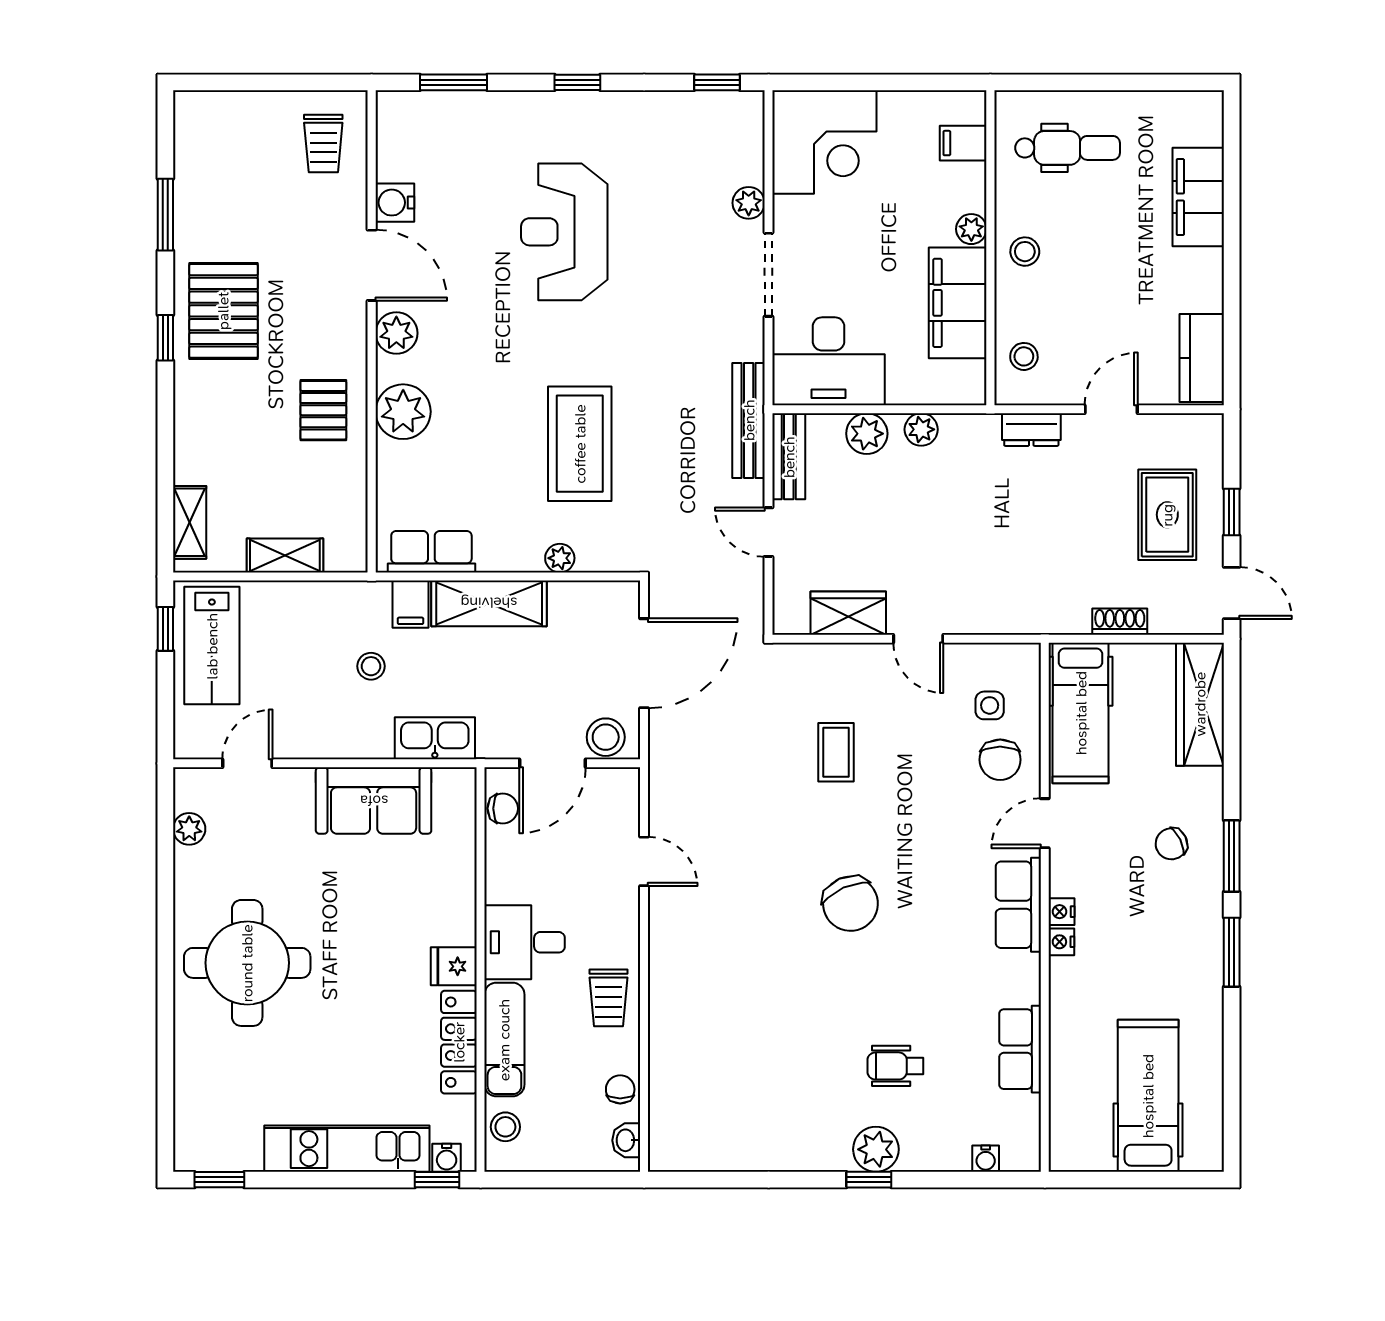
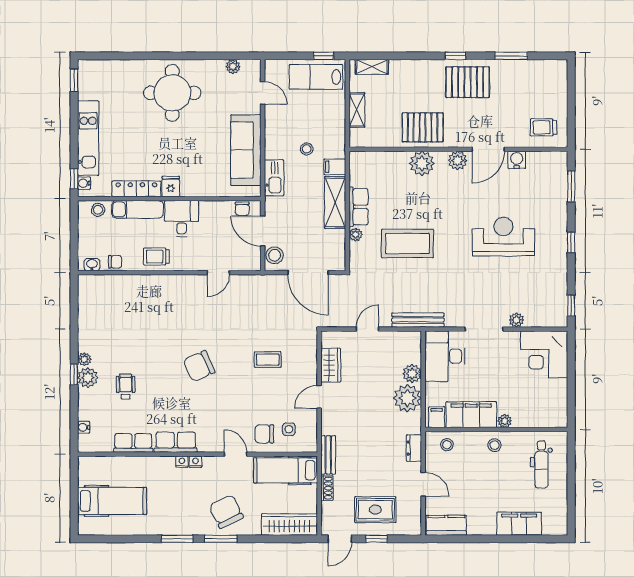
filing cabinet: (963, 143) -> (437, 417), moved
pallet: (323, 410) -> (423, 127), width x1.50, depth x1.42
plant: (921, 429) -> (407, 398), width x1.87, depth x1.87
bench: (789, 457) -> (328, 455), moved, turned 90
row of seats: (431, 552) -> (358, 207), moved
sofa: (374, 801) -> (246, 150), width x1.36
chair: (1171, 844) -> (226, 511), width x1.87, depth x1.87
row of seats: (1018, 905) -> (176, 442), moved
plant: (835, 1157) -> (84, 359), added

